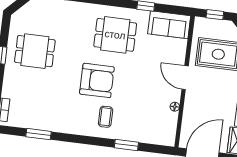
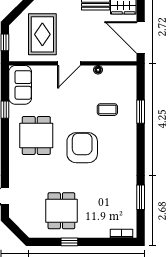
coffee table: (106, 117) -> (107, 110), moved

